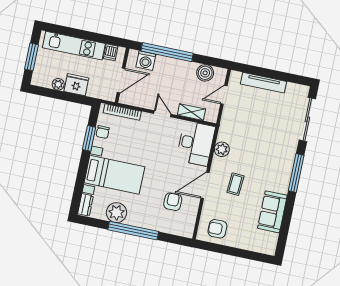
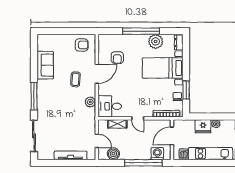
door: (224, 95) -> (97, 141), hinge flipped
desk: (196, 143) -> (110, 106), width x0.73

